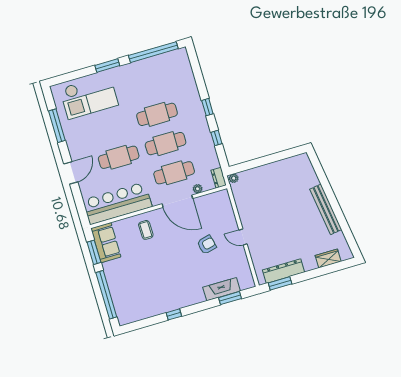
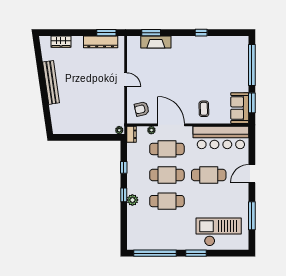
plant: (196, 104) -> (132, 200), added
armchair: (207, 245) -> (142, 109), moved

